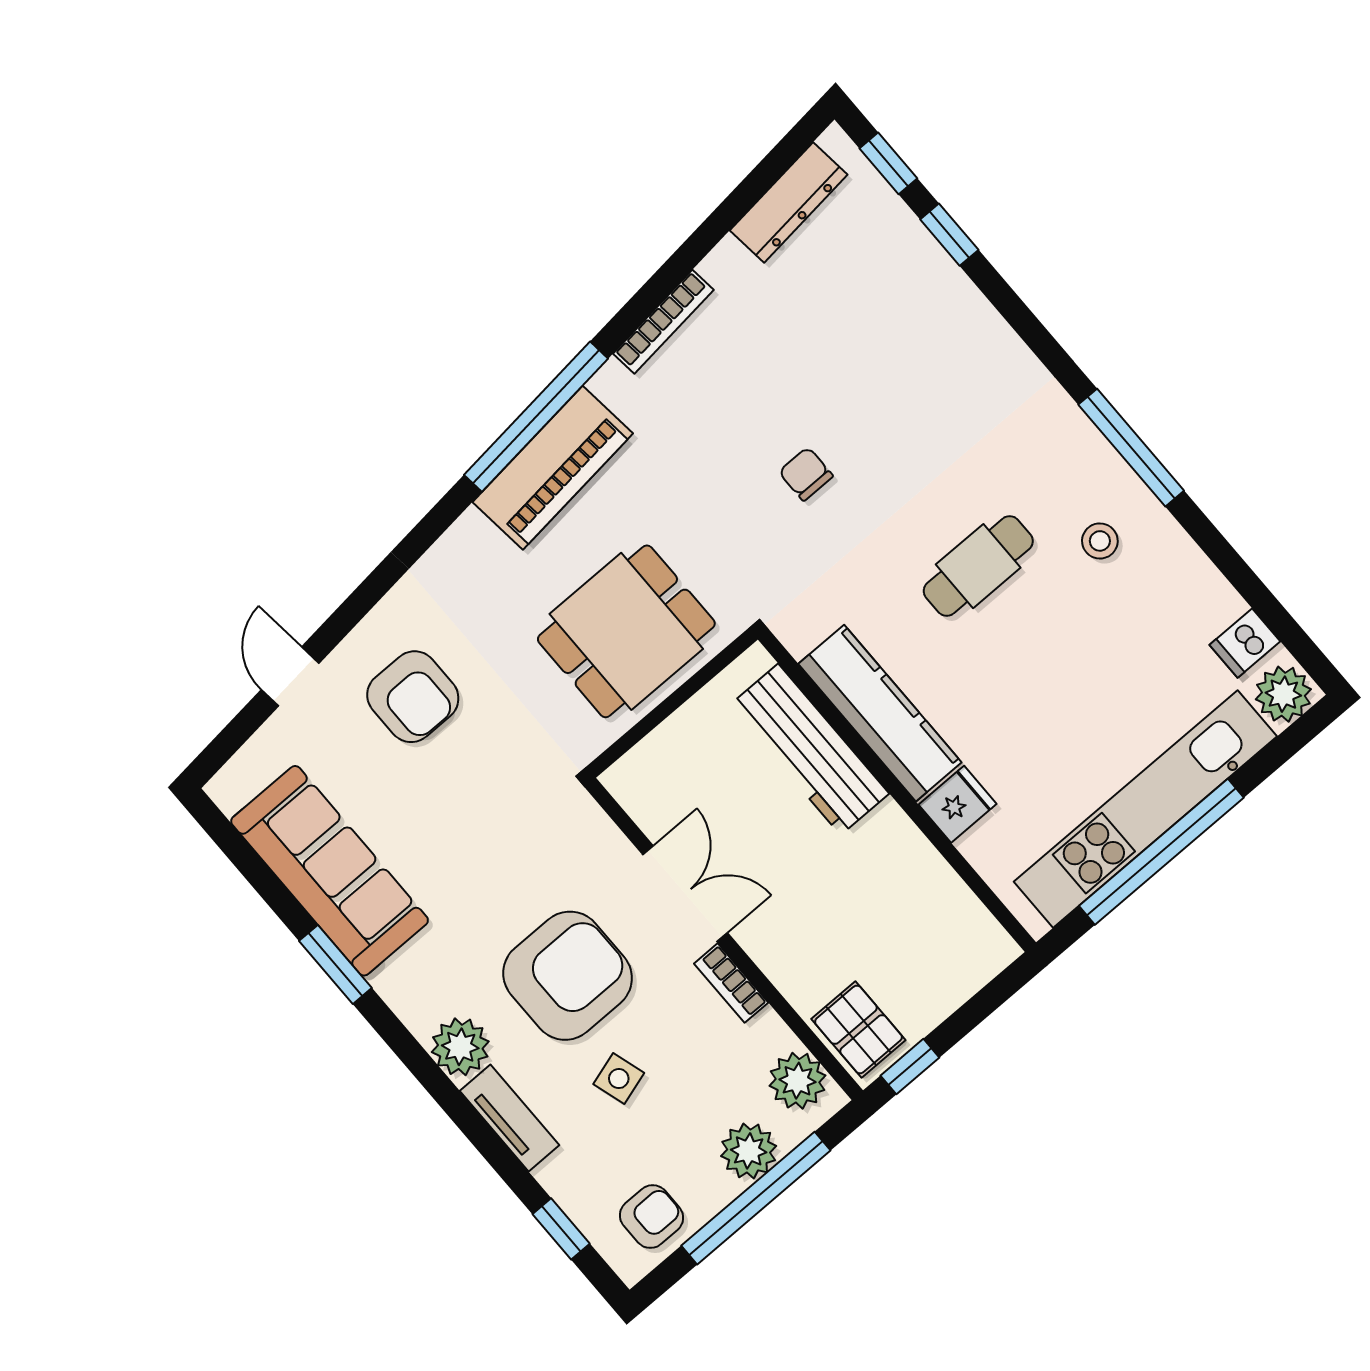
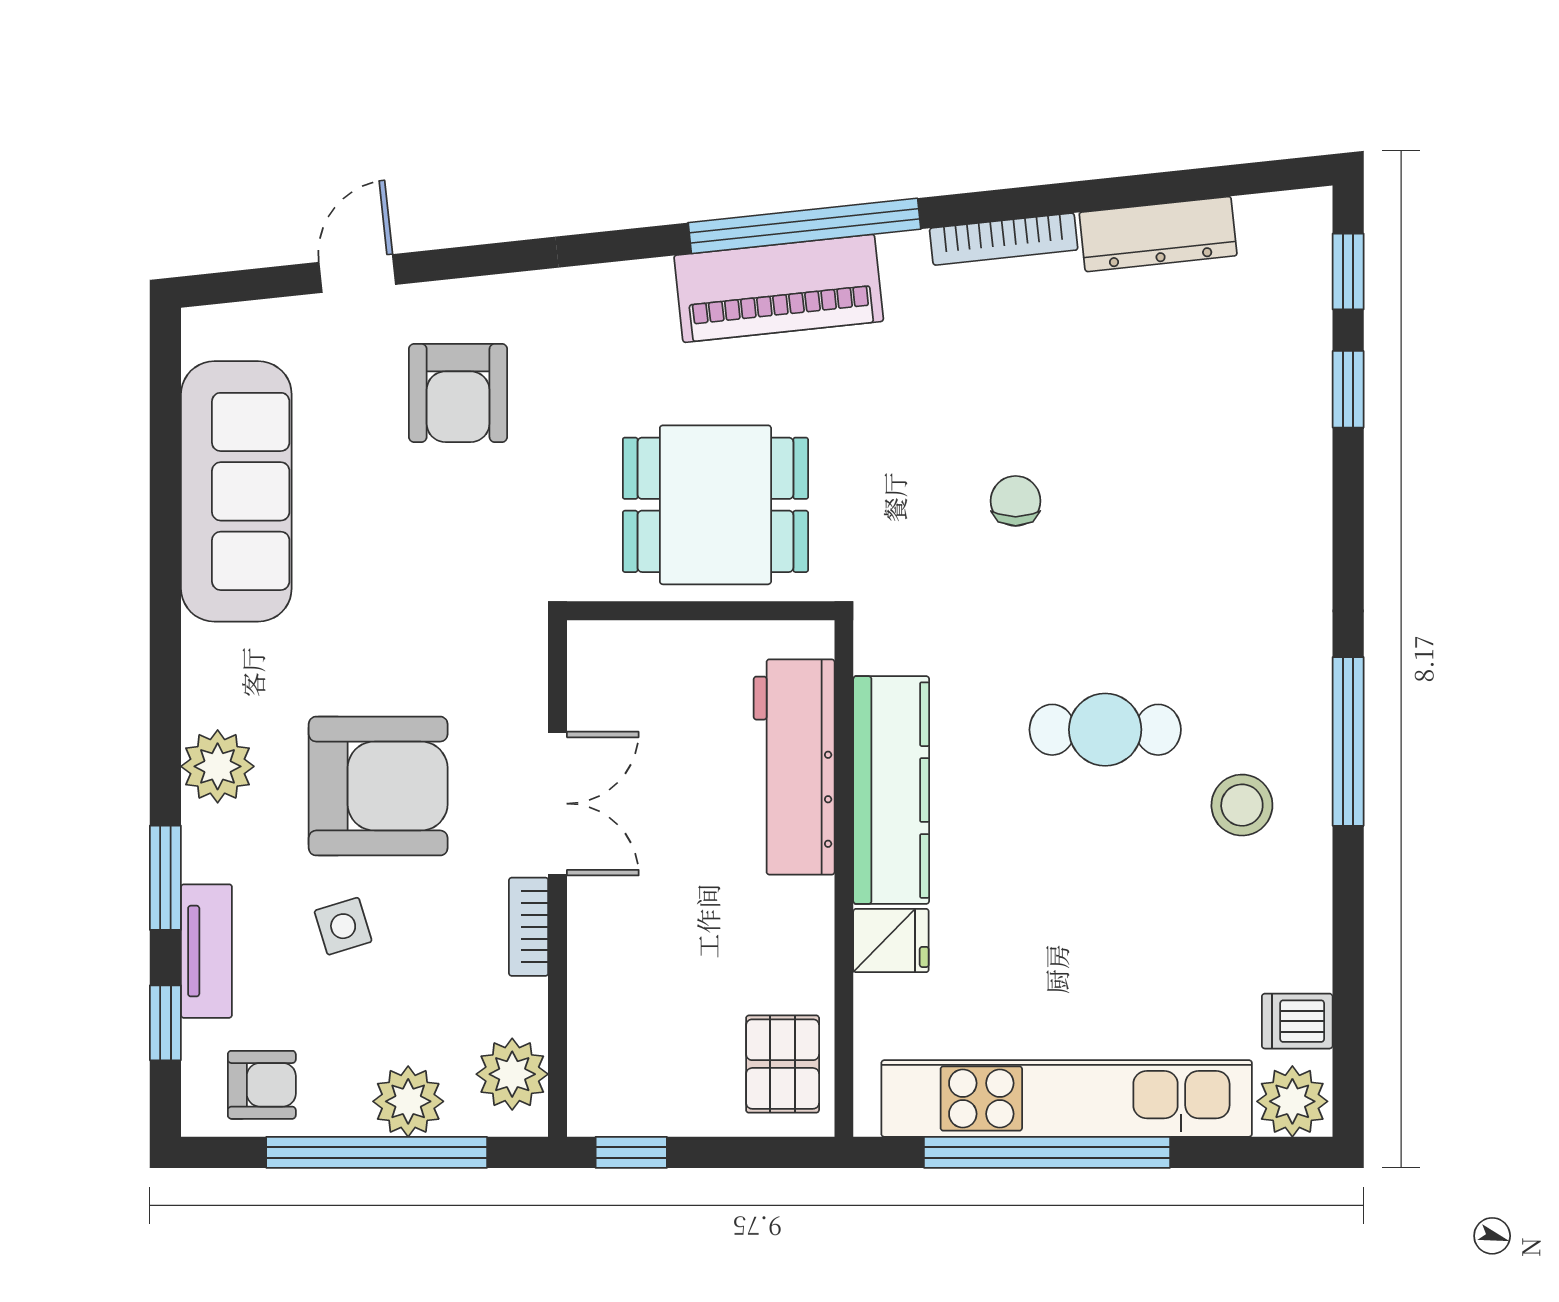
dresser: (789, 202) -> (1158, 234), moved
stool: (1100, 541) -> (1242, 805), width x1.37, depth x1.37
window: (335, 964) -> (165, 878), moved
pallet: (858, 1030) -> (783, 1064), moved
tv unit: (509, 1118) -> (206, 951), moved

